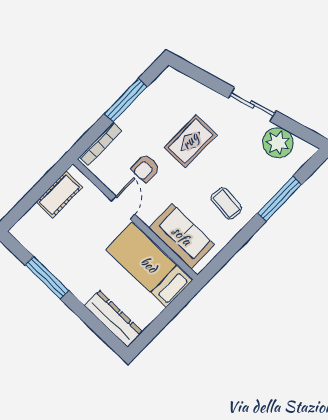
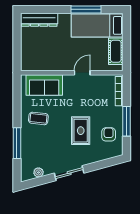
plant: (278, 143) -> (39, 172), width x0.53, depth x0.53
armchair: (145, 168) -> (109, 134), moved
door: (123, 208) -> (82, 73), swing flipped
bed: (149, 265) -> (97, 25), moved, turned 180

